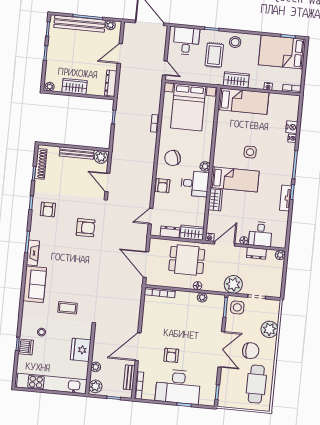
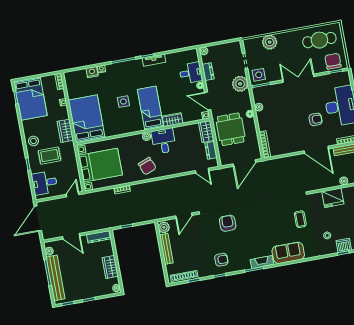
bed: (243, 101) -> (87, 119), width x1.50
armchair: (163, 186) -> (173, 168), removed
chair: (251, 351) -> (333, 61), moved

